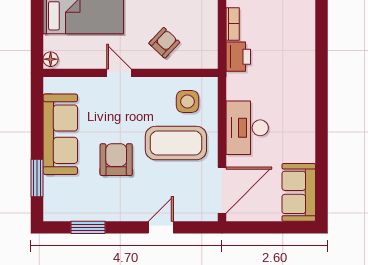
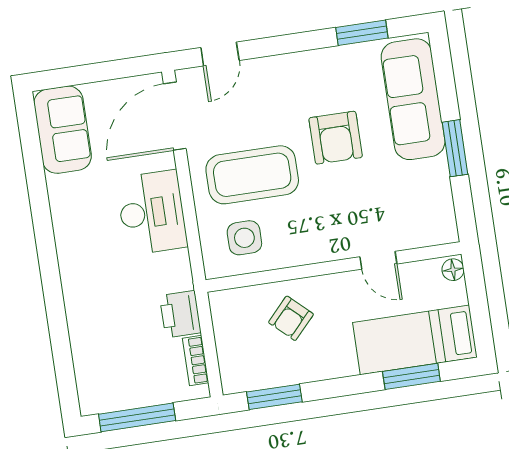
door: (119, 73) -> (378, 260), moved
sofa: (60, 134) -> (413, 99), moved
window: (37, 178) -> (455, 148), moved
door: (161, 227) -> (220, 54), moved

